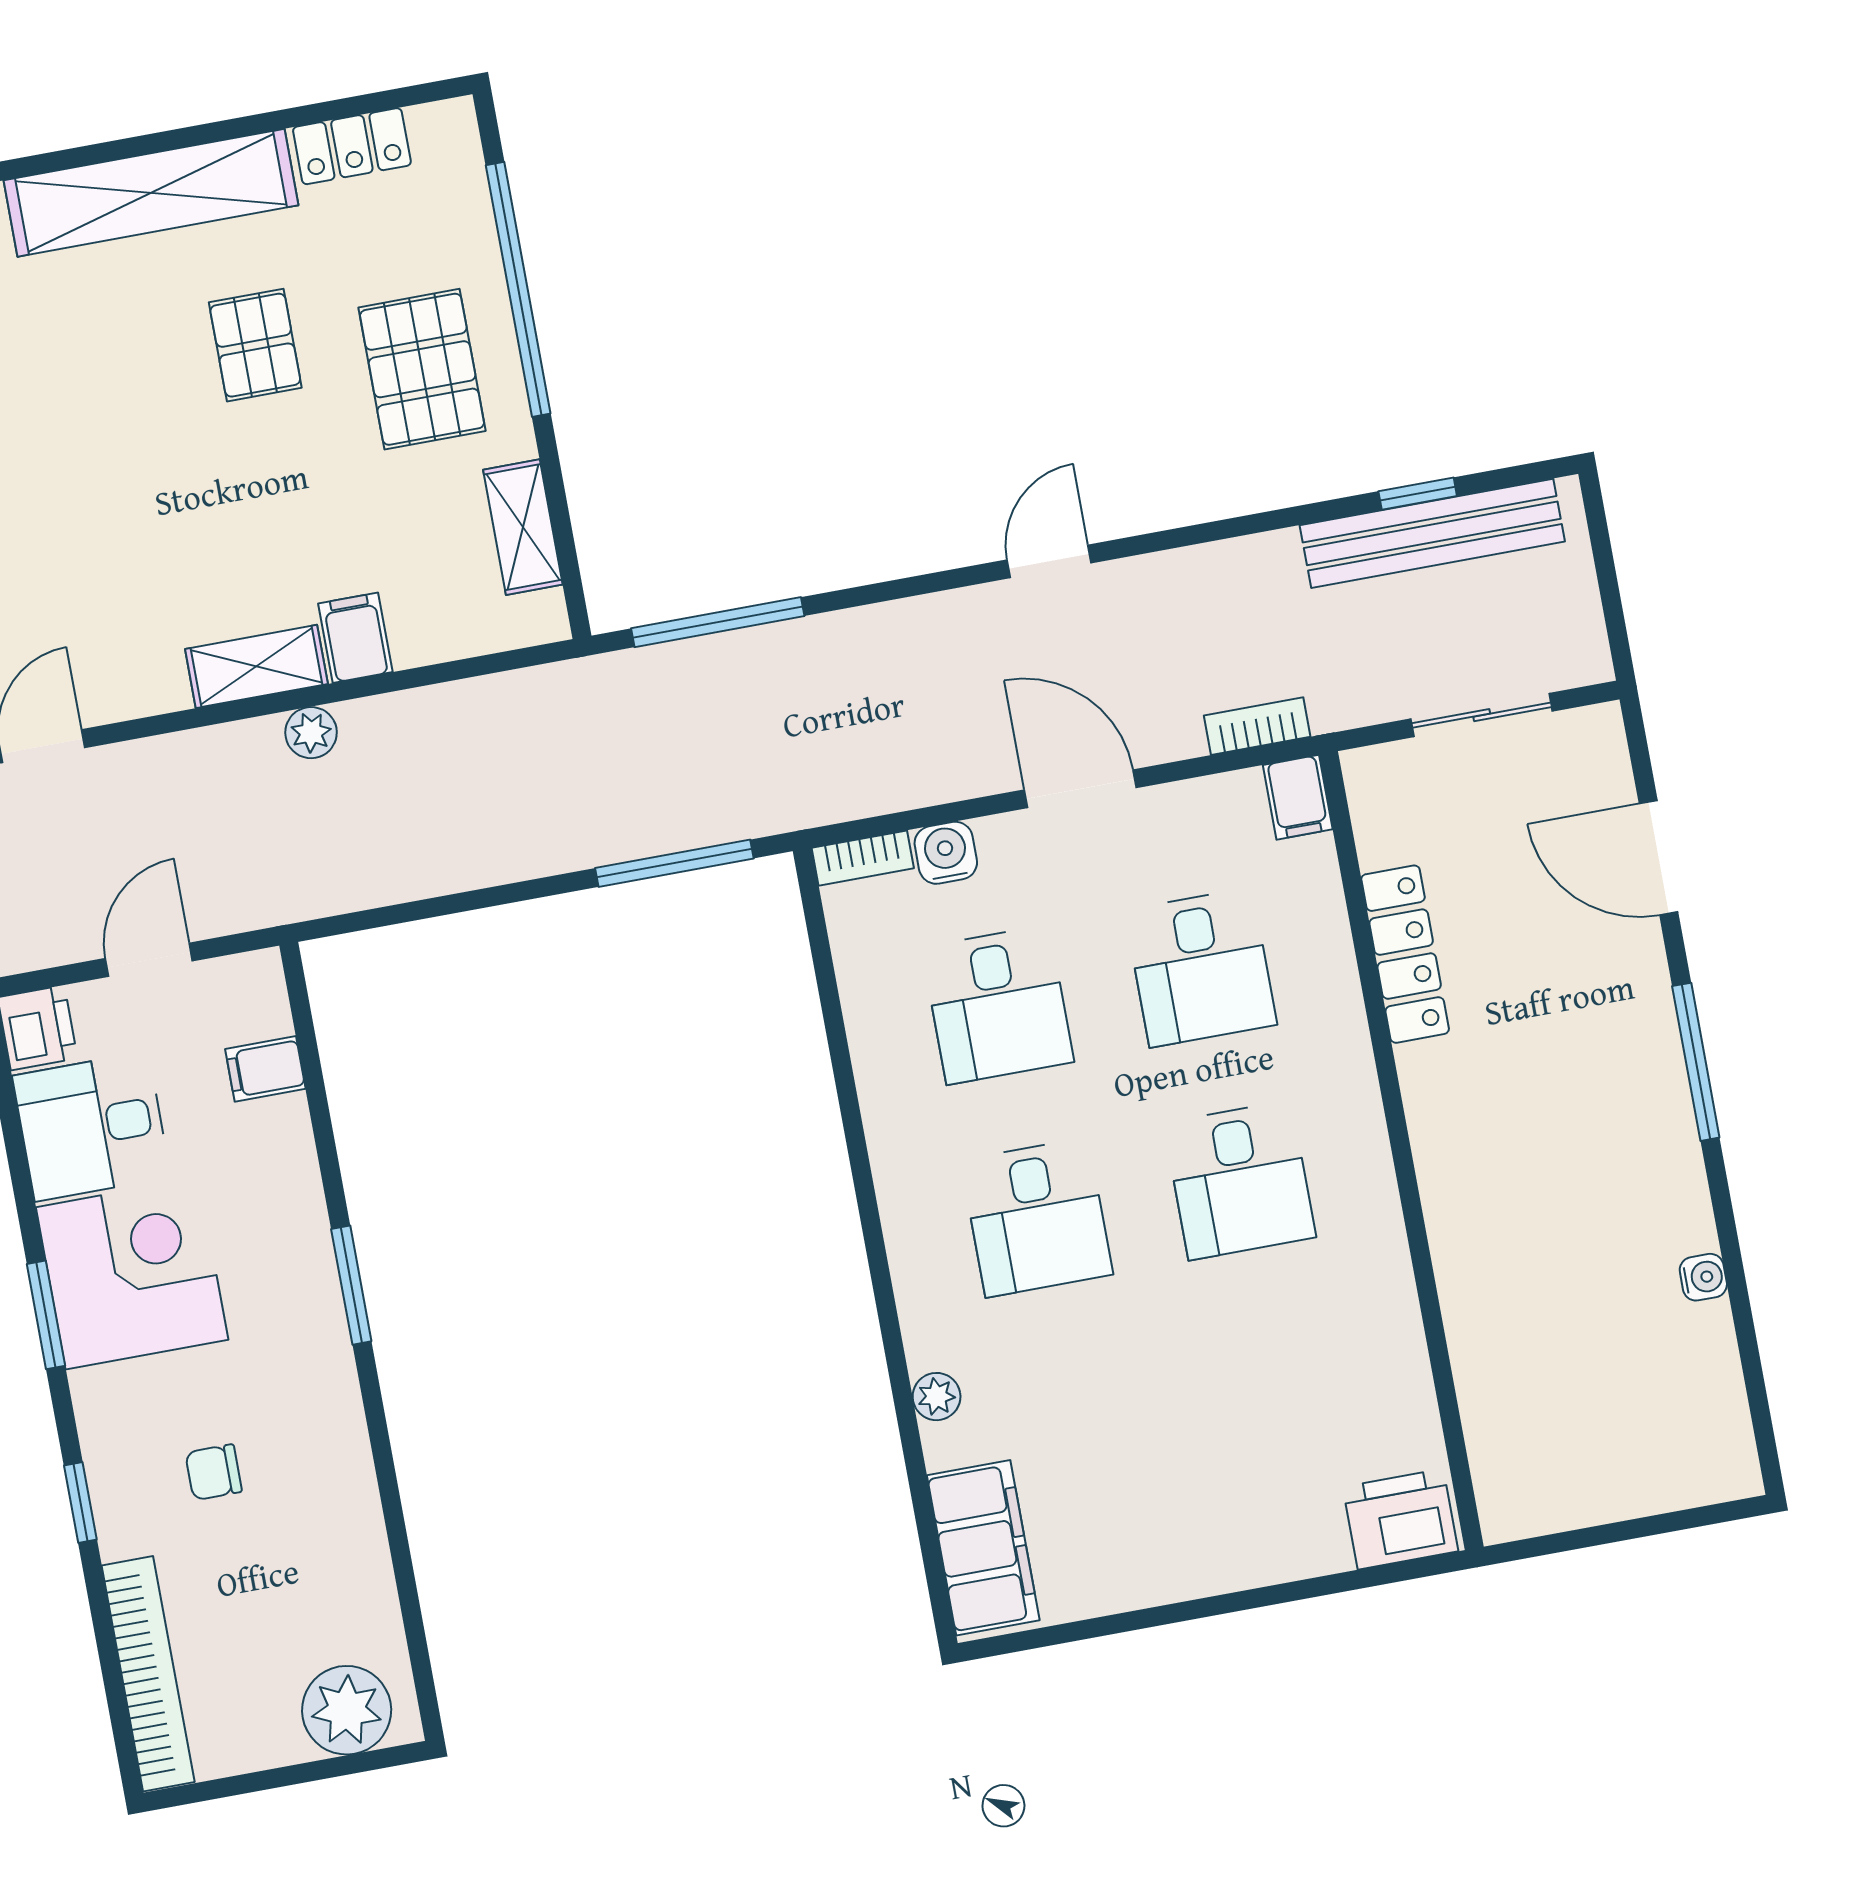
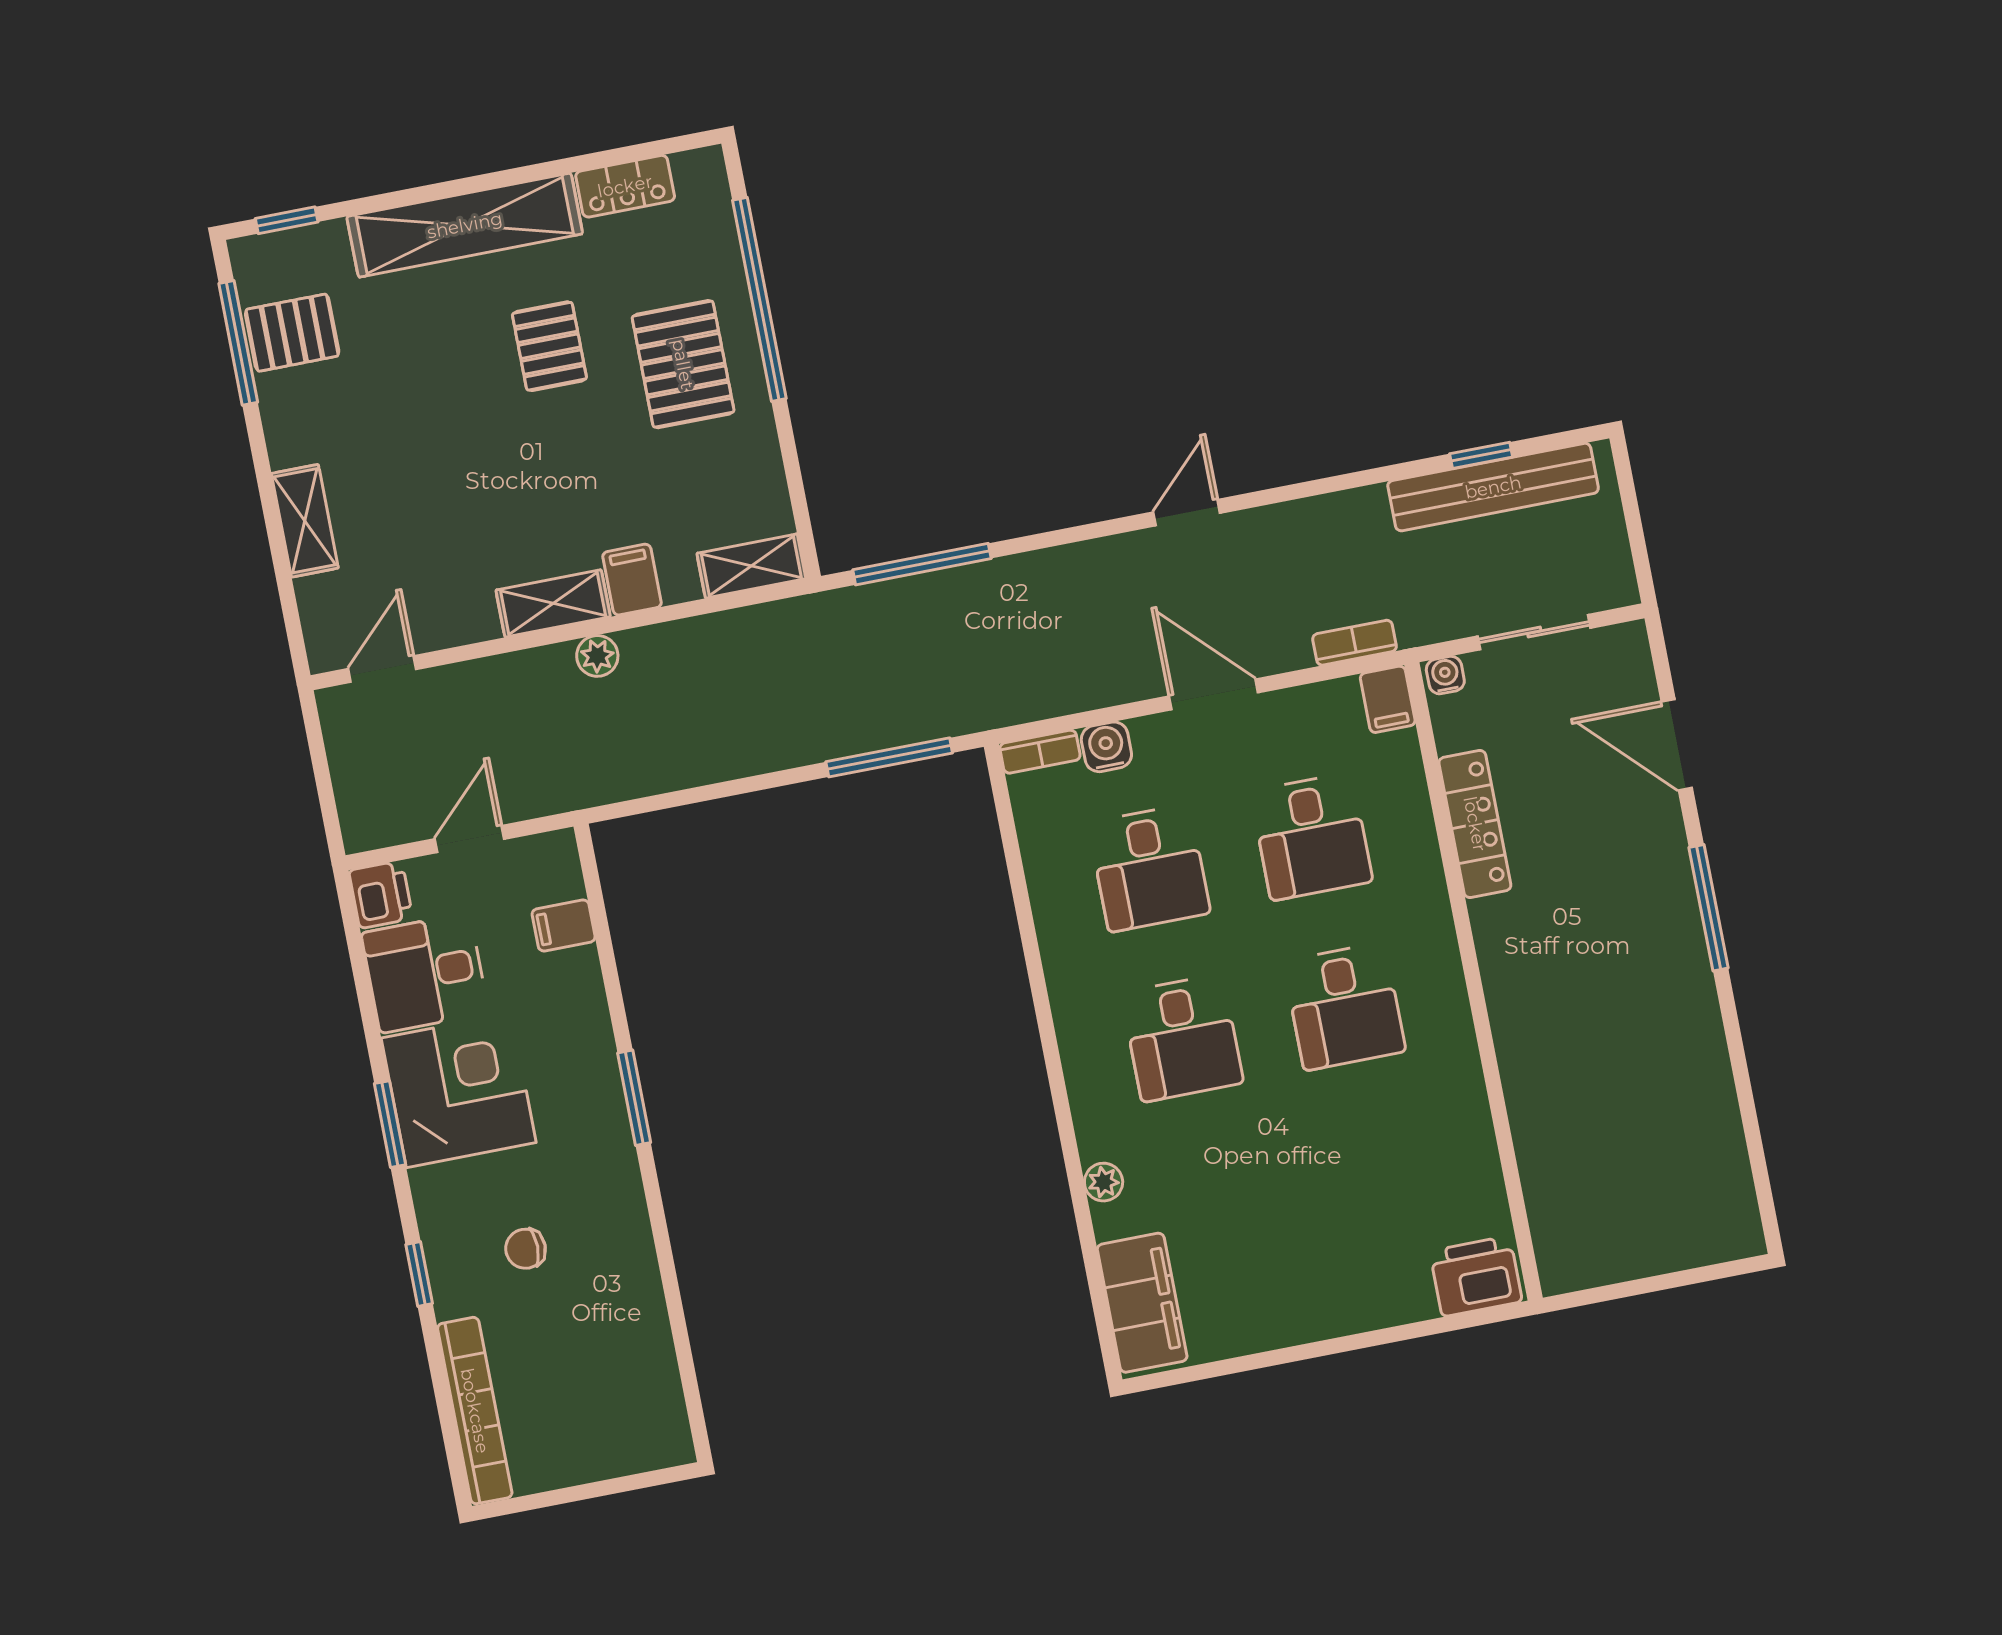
shelving: (523, 527) -> (751, 566), moved, turned 90
water cooler: (1703, 1277) -> (1445, 675), moved, turned -90
plant: (347, 1710) -> (634, 1438), removed

